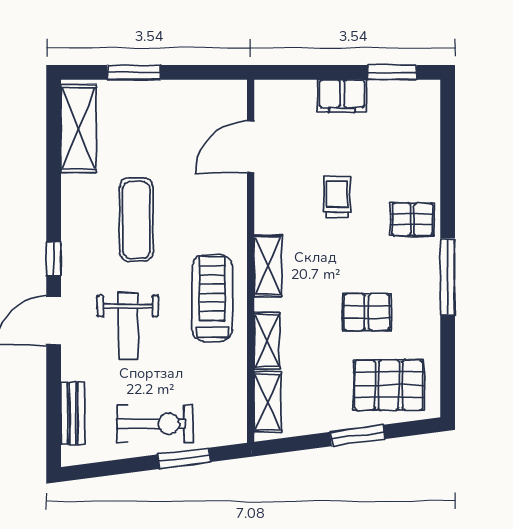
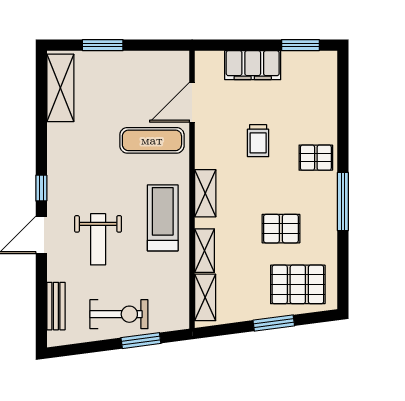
filing cabinet: (342, 96) -> (253, 65), width x1.50, depth x1.17
trolley: (337, 197) -> (258, 141), turned 180
exercise mat: (136, 220) -> (152, 140), moved, turned 90

